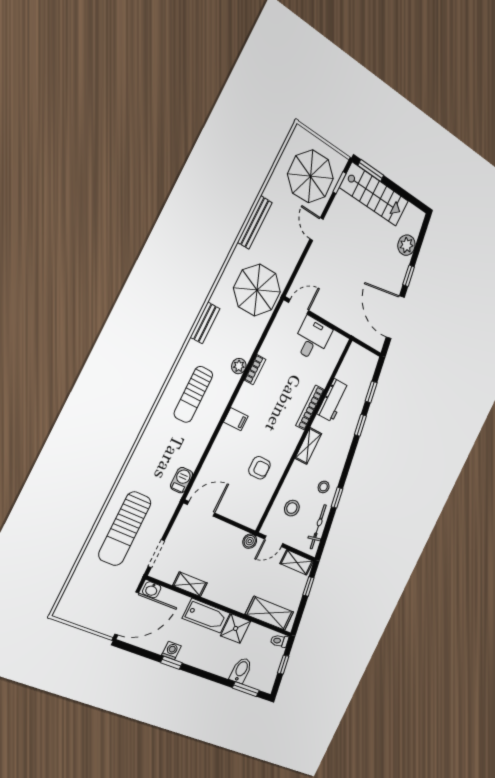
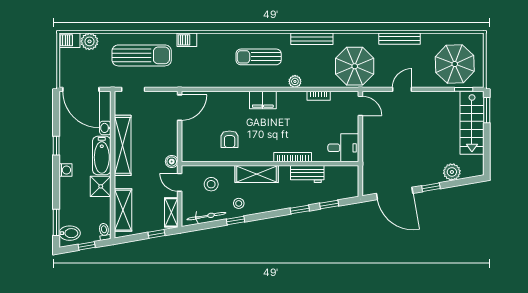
door: (317, 229) -> (402, 89), moved
door: (395, 317) -> (395, 193), swing flipped
bench: (205, 323) -> (312, 39), width x1.36
desk: (312, 339) -> (343, 148), moved
bookcase: (255, 370) -> (319, 96), moved
filing cabinet: (236, 419) -> (263, 100), width x2.00
shelving: (308, 446) -> (257, 174), width x1.50, depth x1.33
barbecue: (182, 480) -> (187, 40), moved, turned 180
door: (201, 509) -> (180, 108), hinge flipped
sun lounger: (125, 529) -> (142, 55), turned 180
plant: (79, 584) -> (89, 41), added
shelving: (190, 584) -> (123, 145), width x2.20, depth x1.33
washbasin: (152, 590) -> (105, 128), moved
barbecue: (66, 607) -> (69, 40), added
washing machine: (171, 651) -> (65, 170), moved
bidet: (241, 670) -> (70, 233), moved

